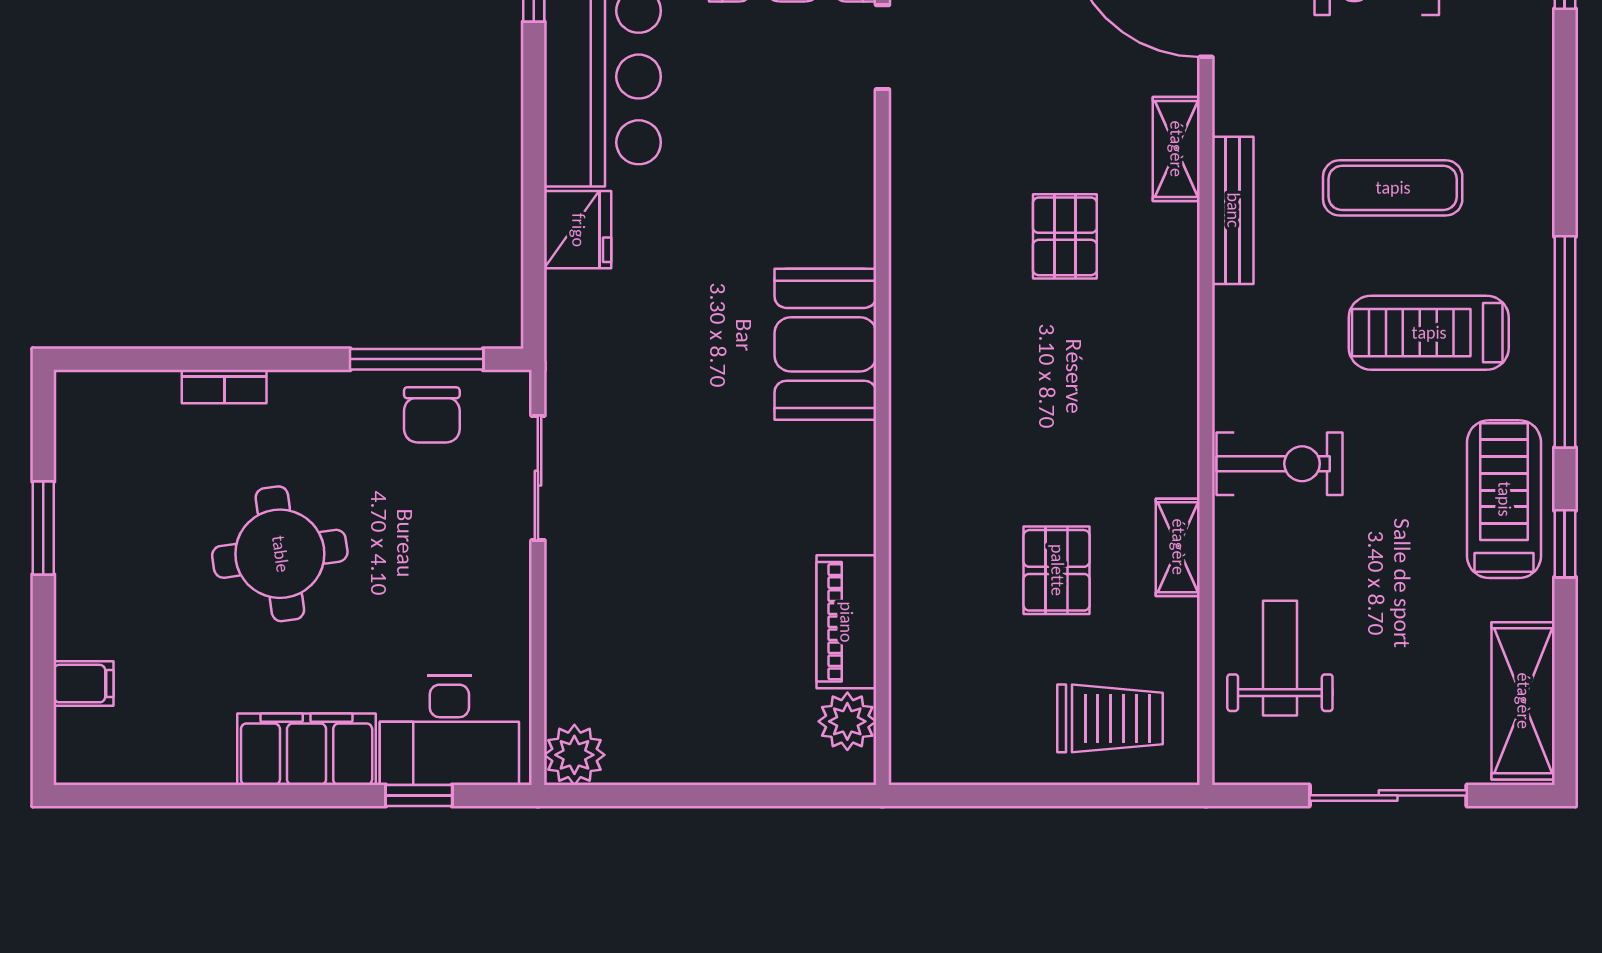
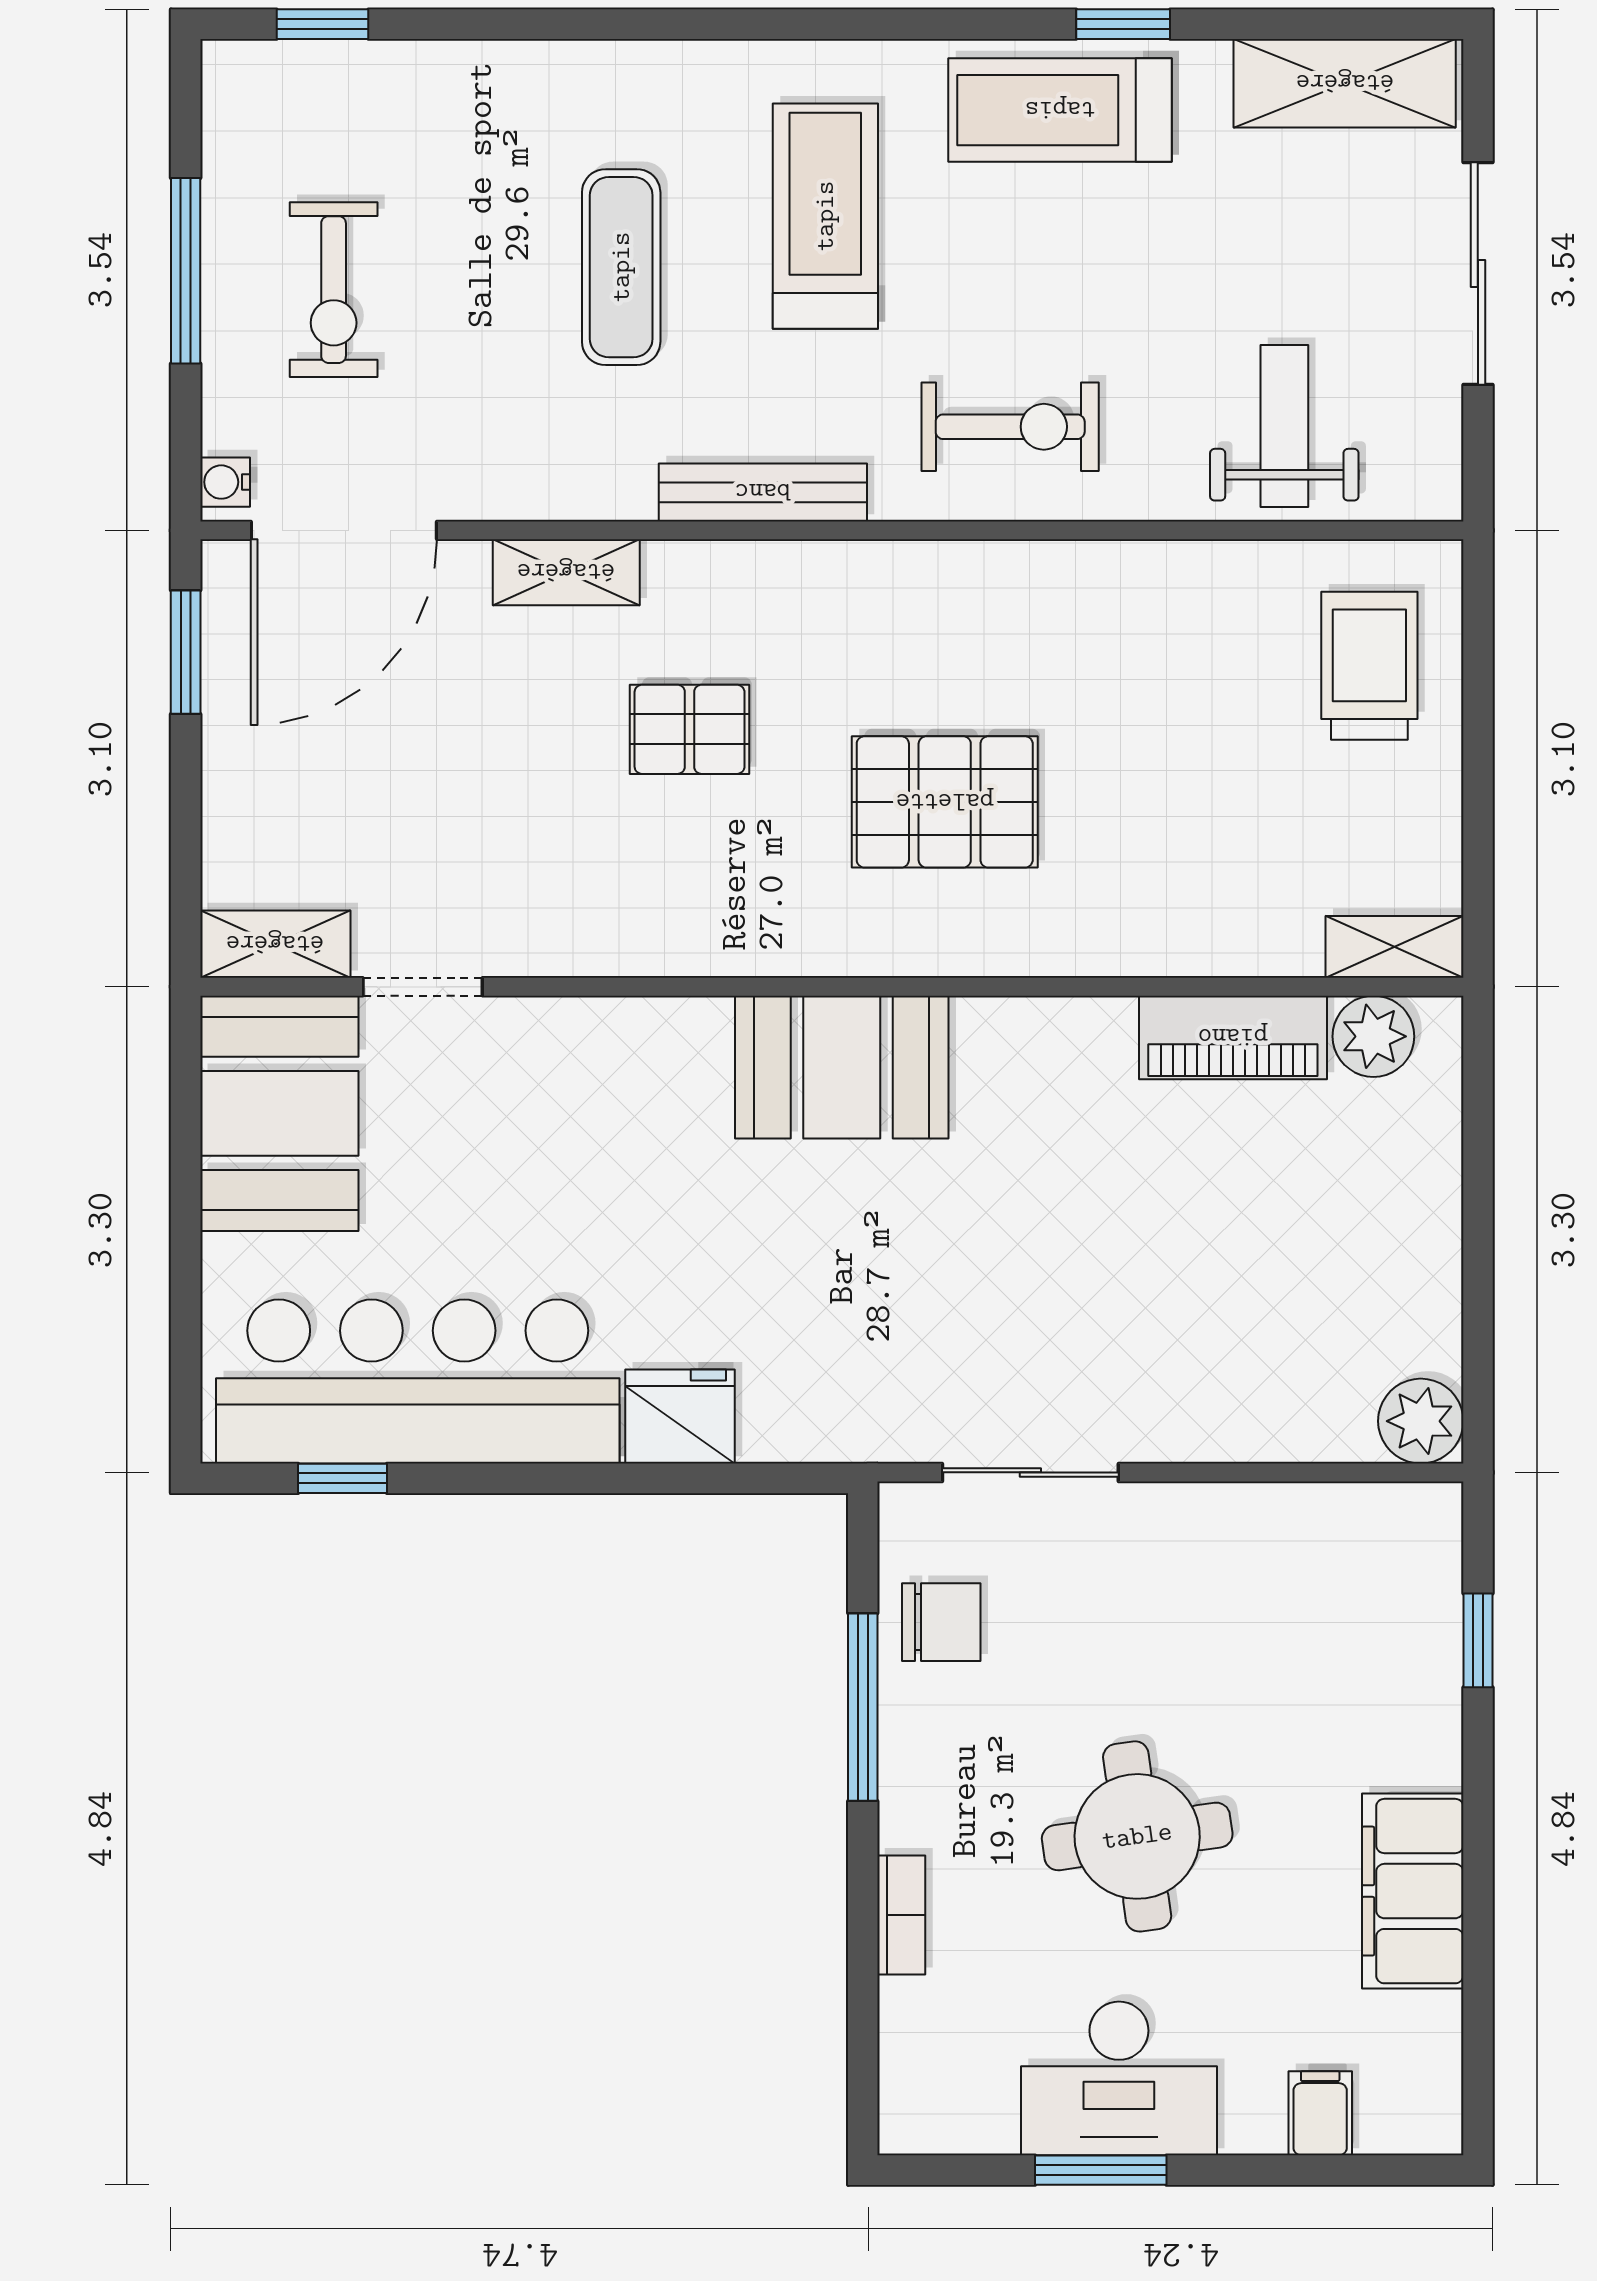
bench: (1233, 210) -> (763, 492), moved
treadmill: (1429, 333) -> (825, 216), turned 180
window: (1565, 342) -> (838, 24), removed
window: (417, 359) -> (863, 1707), moved
exercise bike: (1279, 464) -> (1010, 427), turned 90
shelving: (1178, 547) -> (1394, 947), moved
pallet: (1057, 570) -> (945, 802), moved, width x1.50, depth x1.42
weight bench: (1280, 658) -> (1284, 426), turned 90
desk: (449, 730) -> (1119, 2078), moved, turned 90
filing cabinet: (307, 749) -> (1413, 1891), moved

